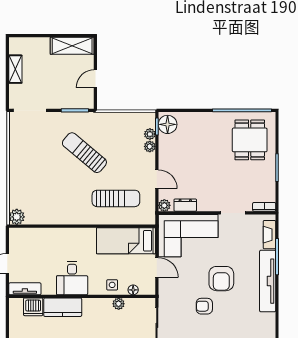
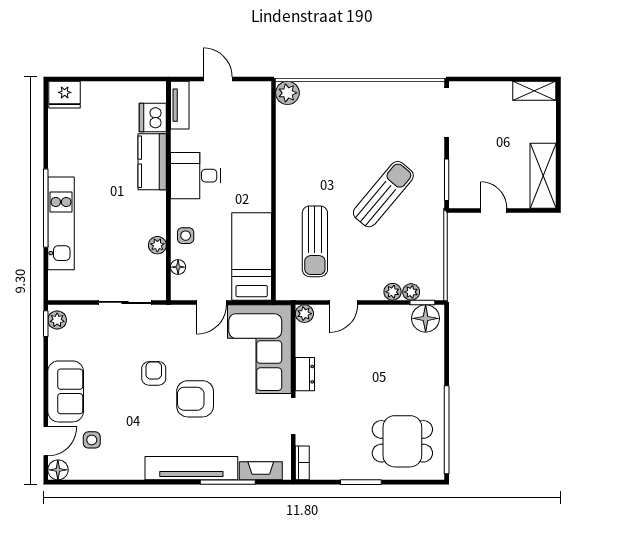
shelving: (15, 69) -> (534, 91), moved
dresser: (185, 205) -> (305, 374), moved

